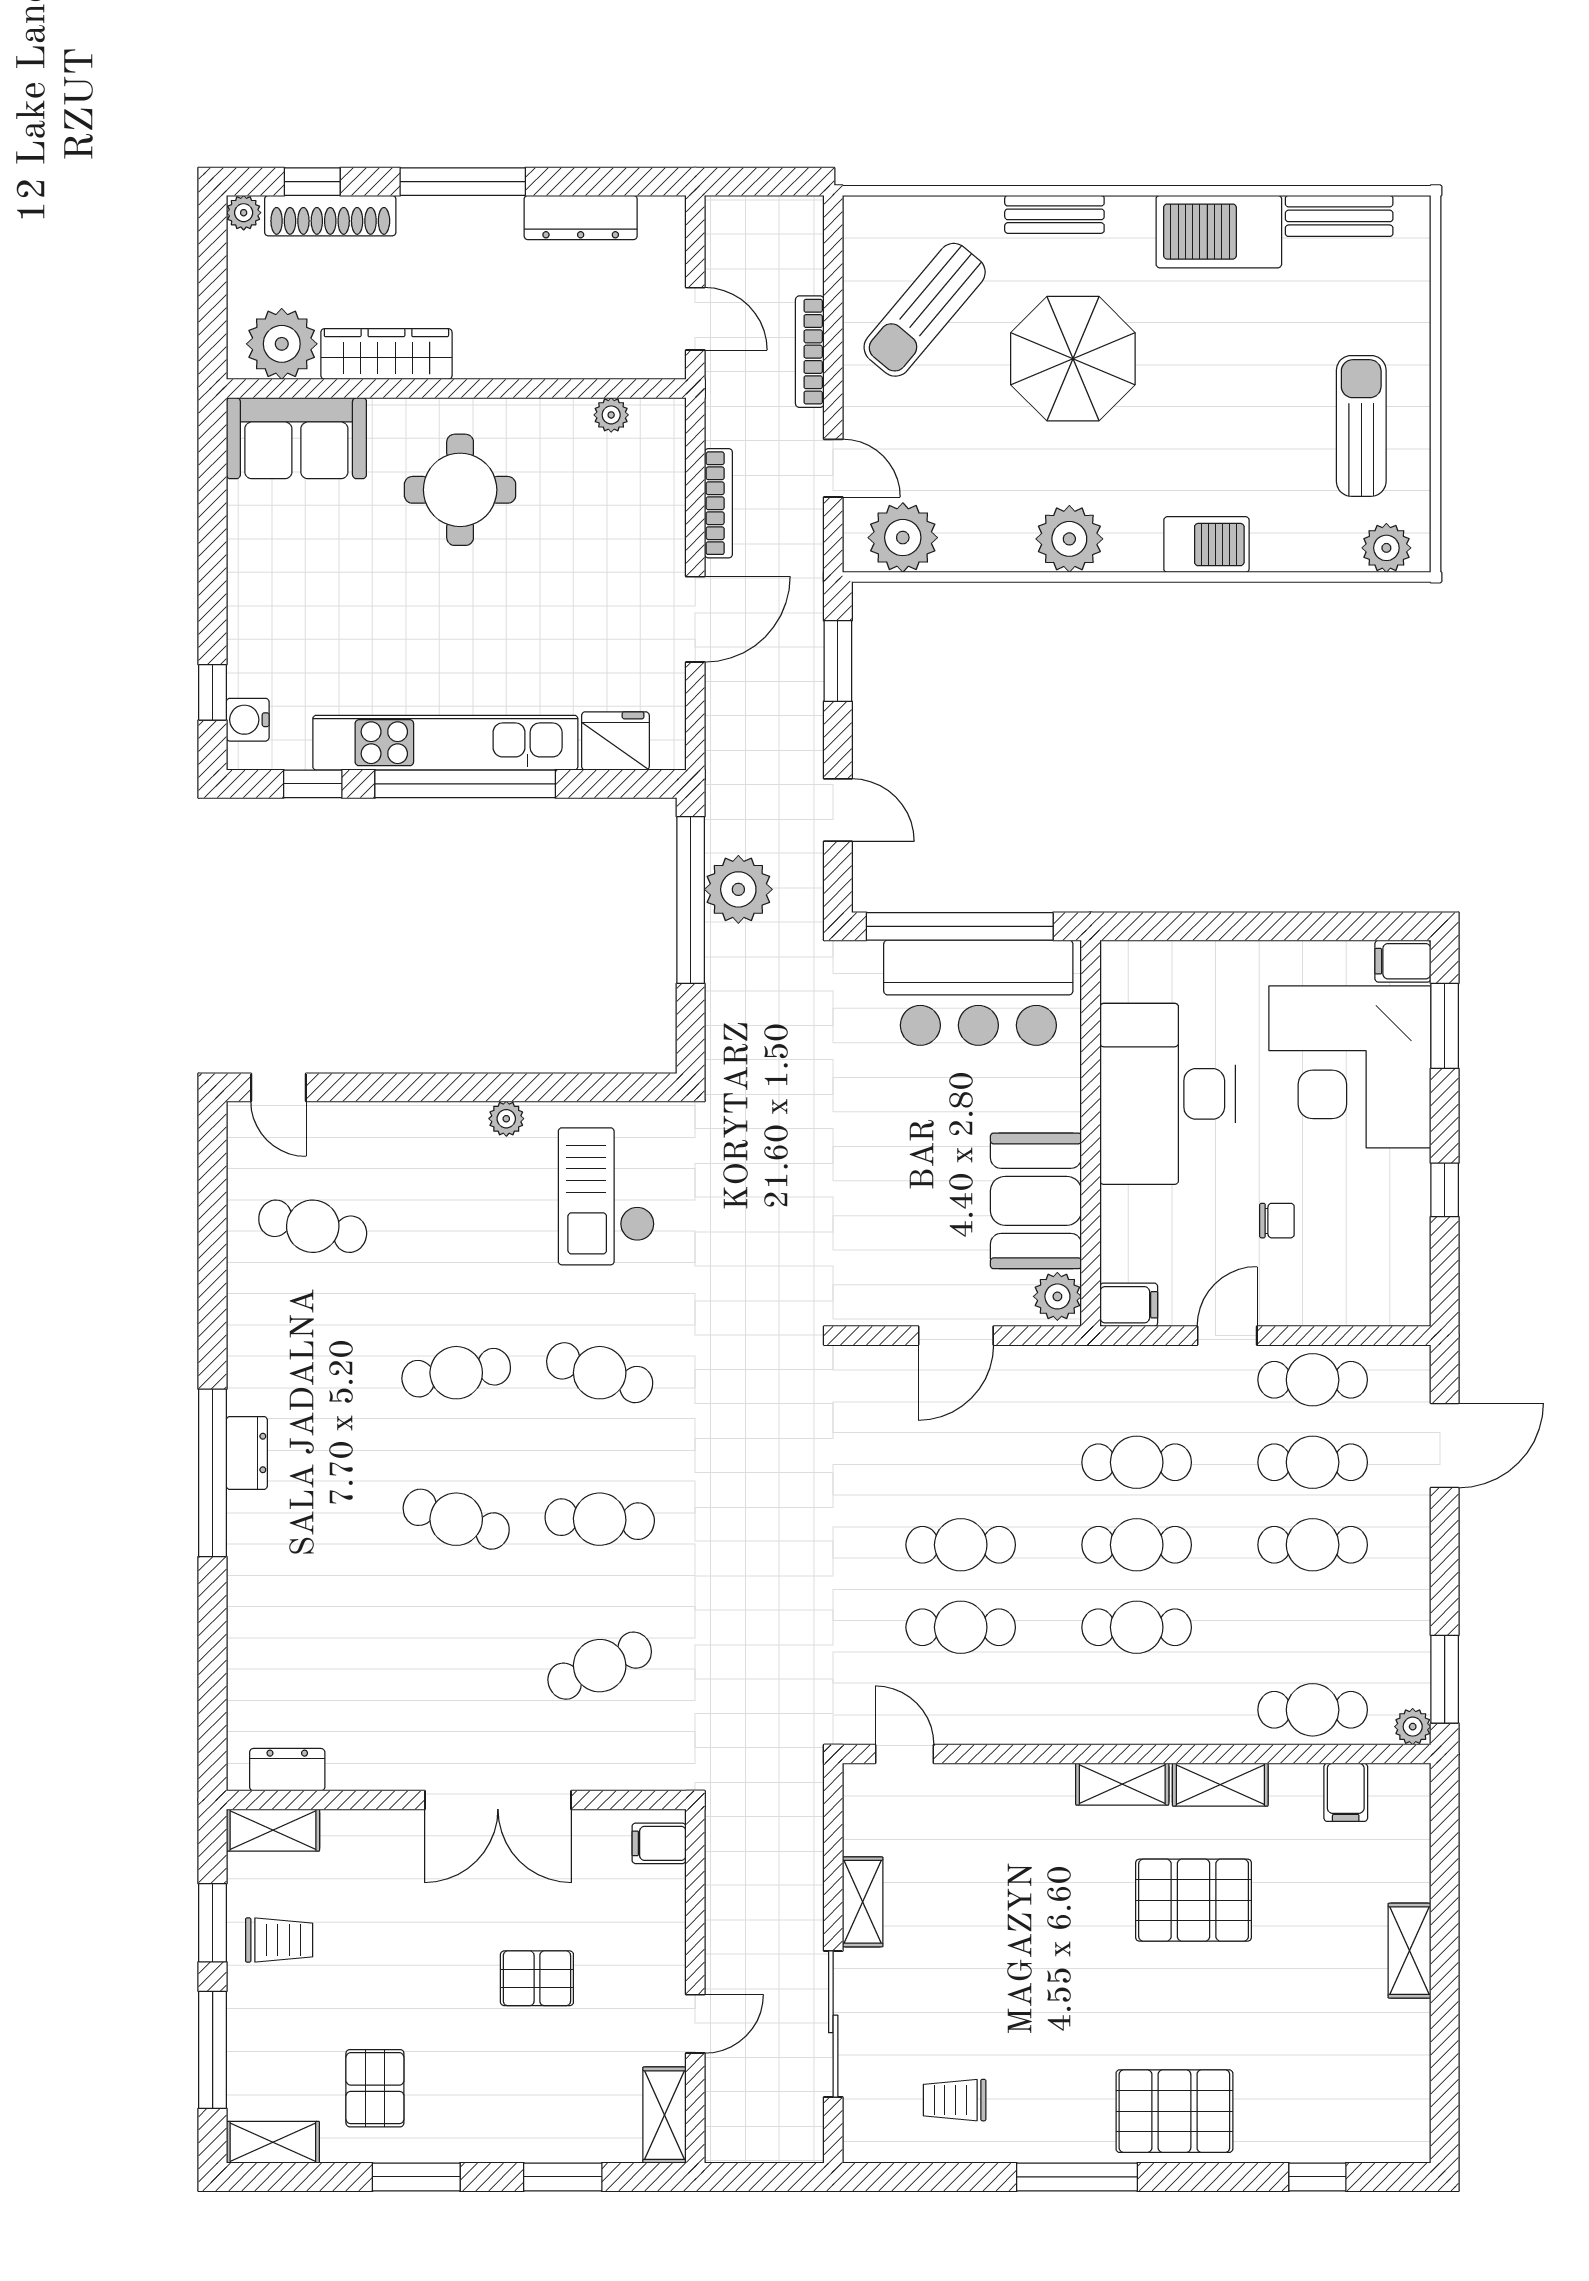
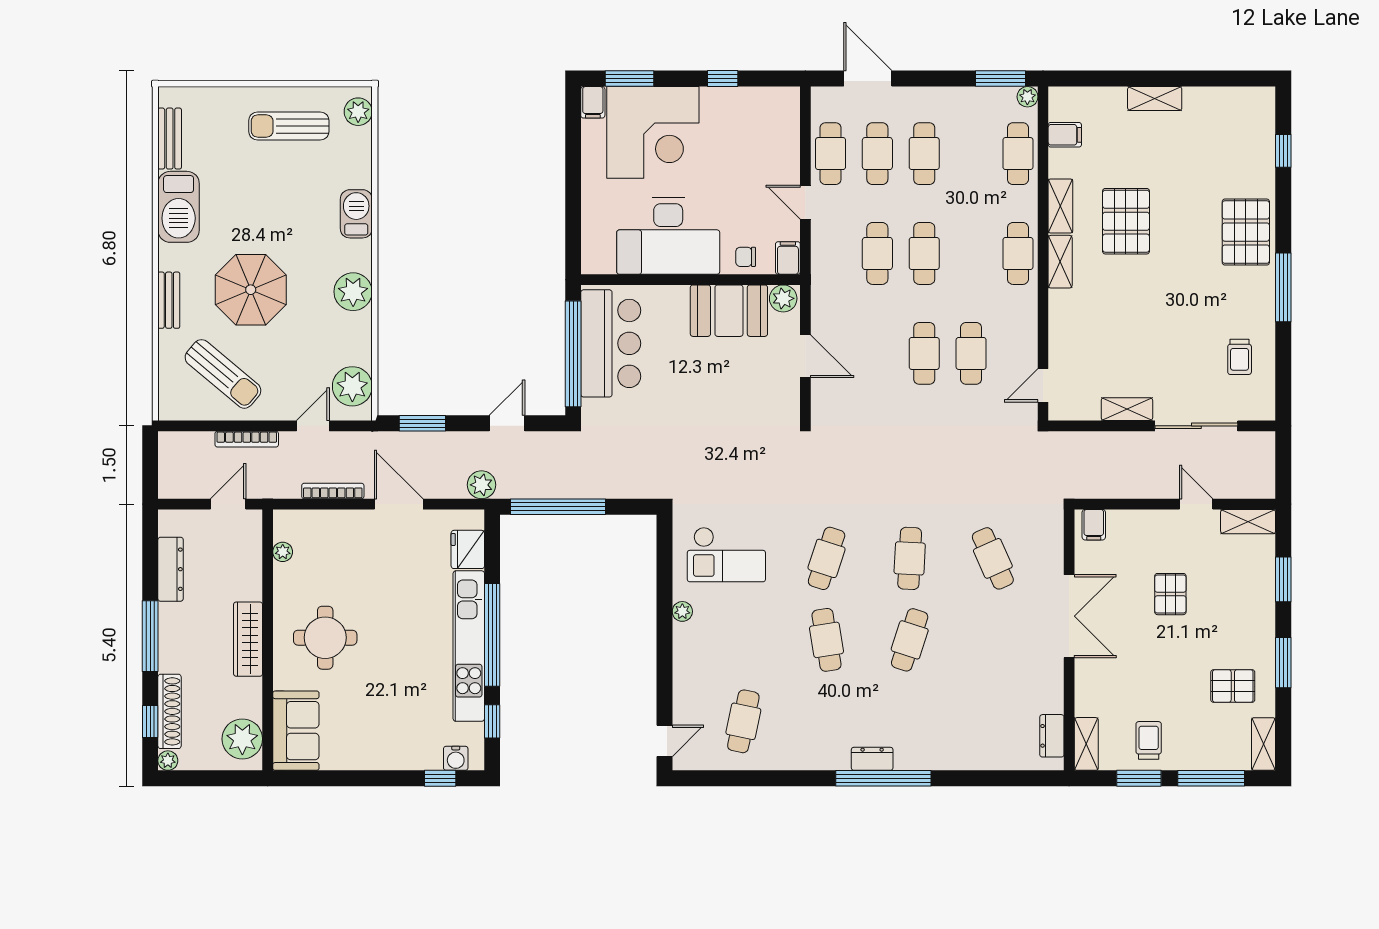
wardrobe: (386, 354) -> (248, 639), moved
plant: (738, 889) -> (482, 485), moved, width x0.73, depth x0.73
chair: (1277, 1221) -> (746, 257), moved, turned -90
cafe table: (1137, 1627) -> (1018, 253), moved

